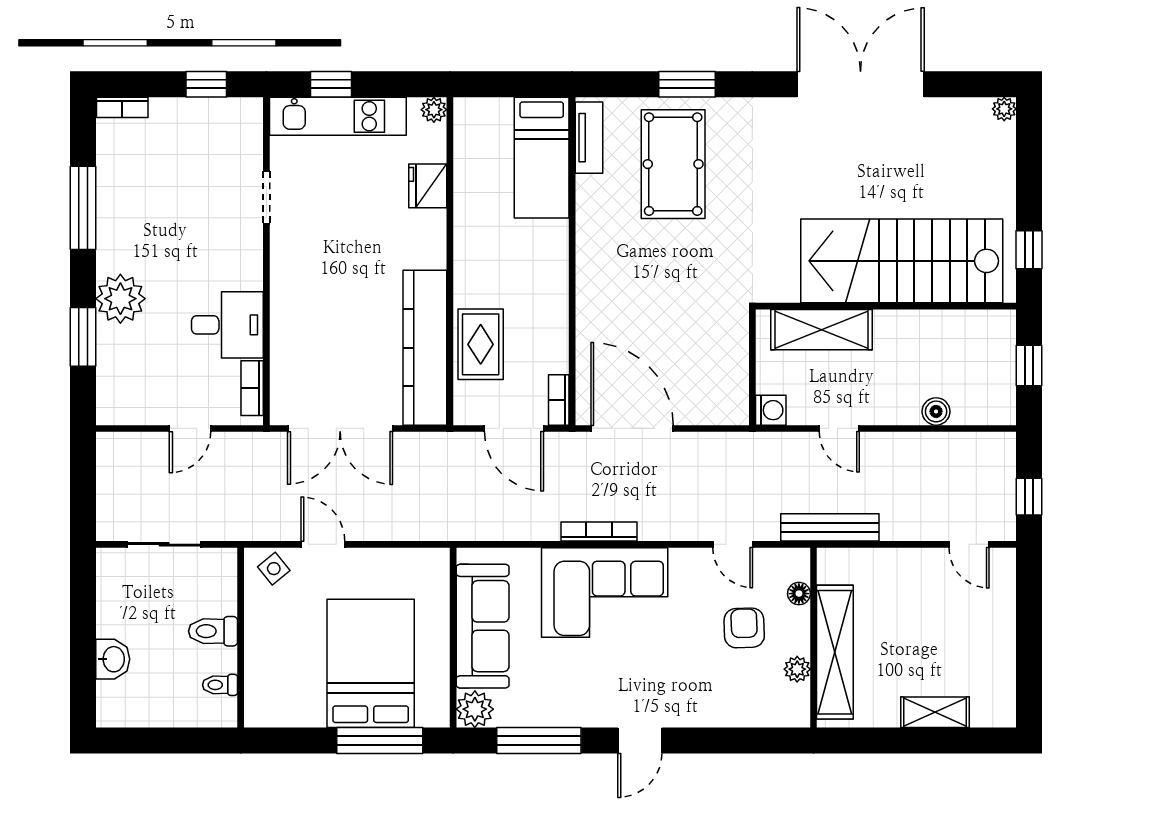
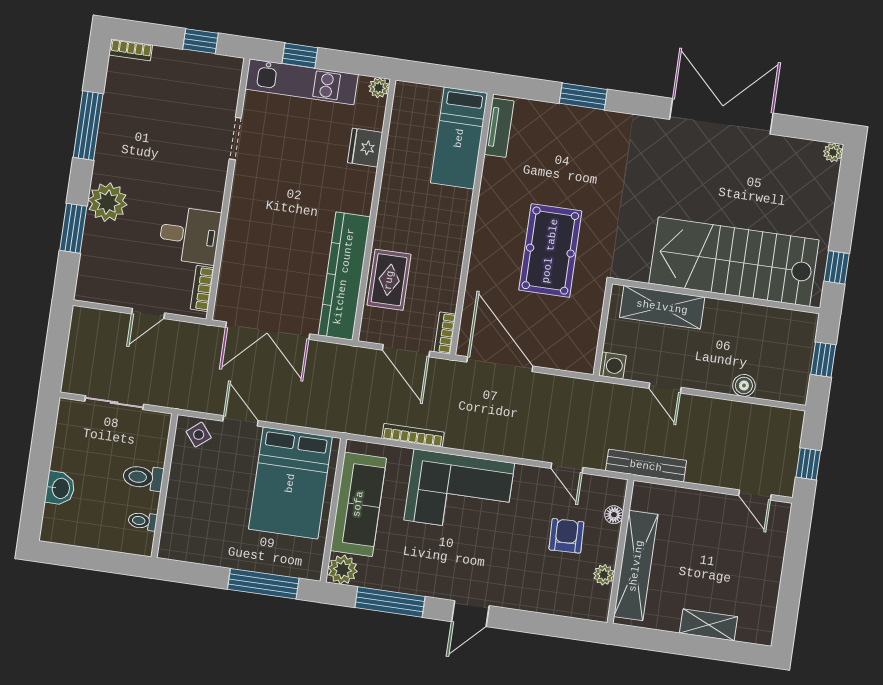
pool table: (673, 164) -> (550, 251), moved
bookcase: (599, 531) -> (413, 435), moved
bed: (371, 663) -> (290, 483), moved, turned 180

